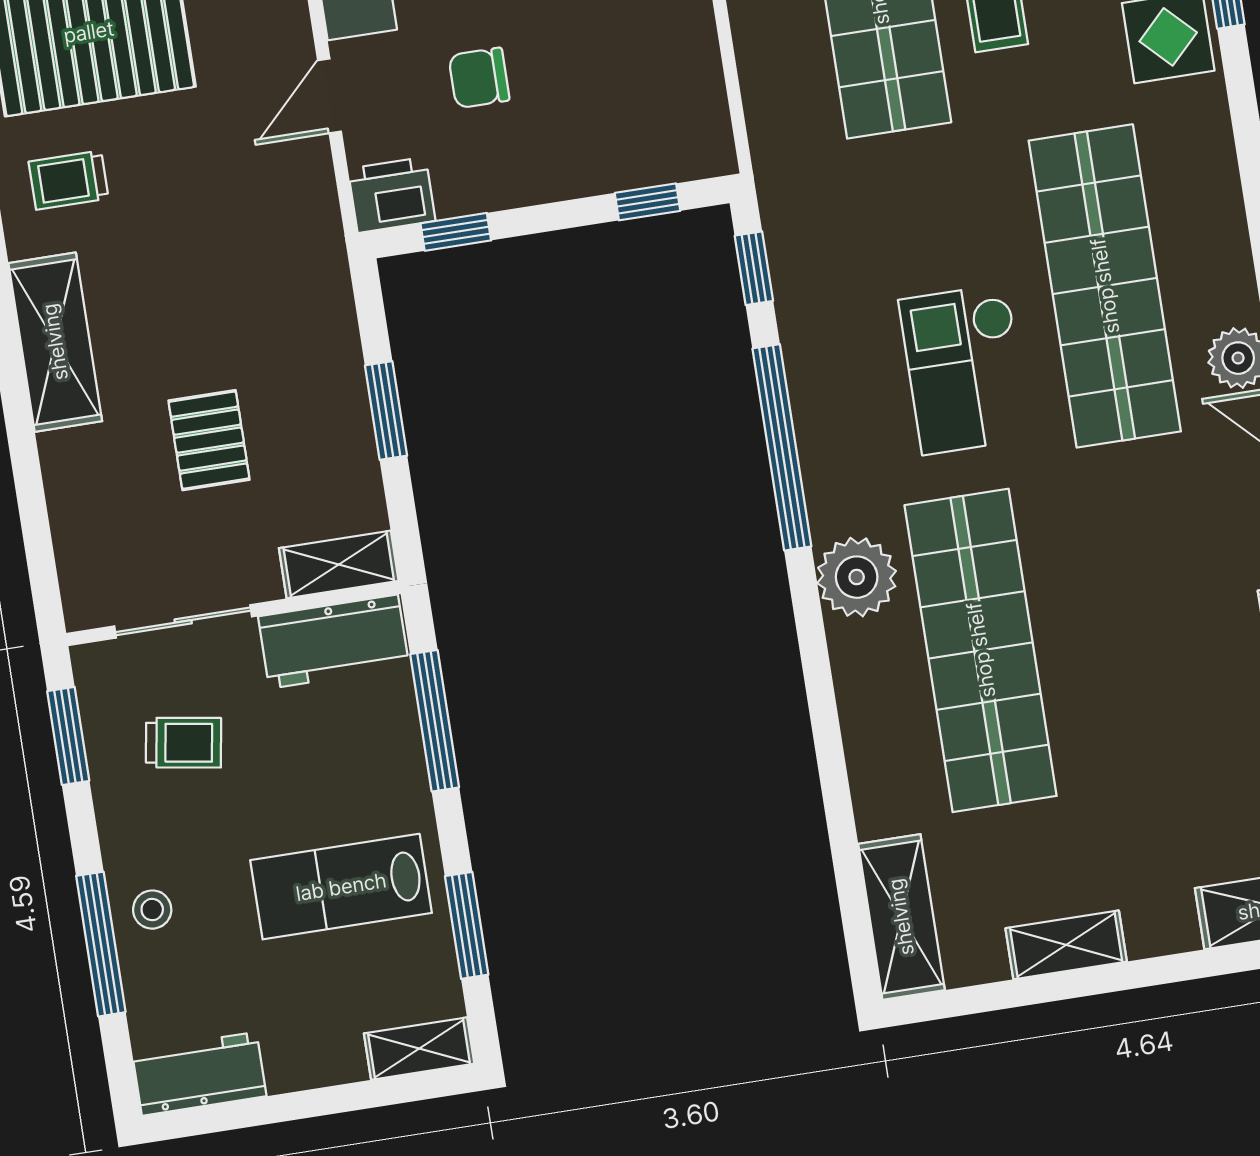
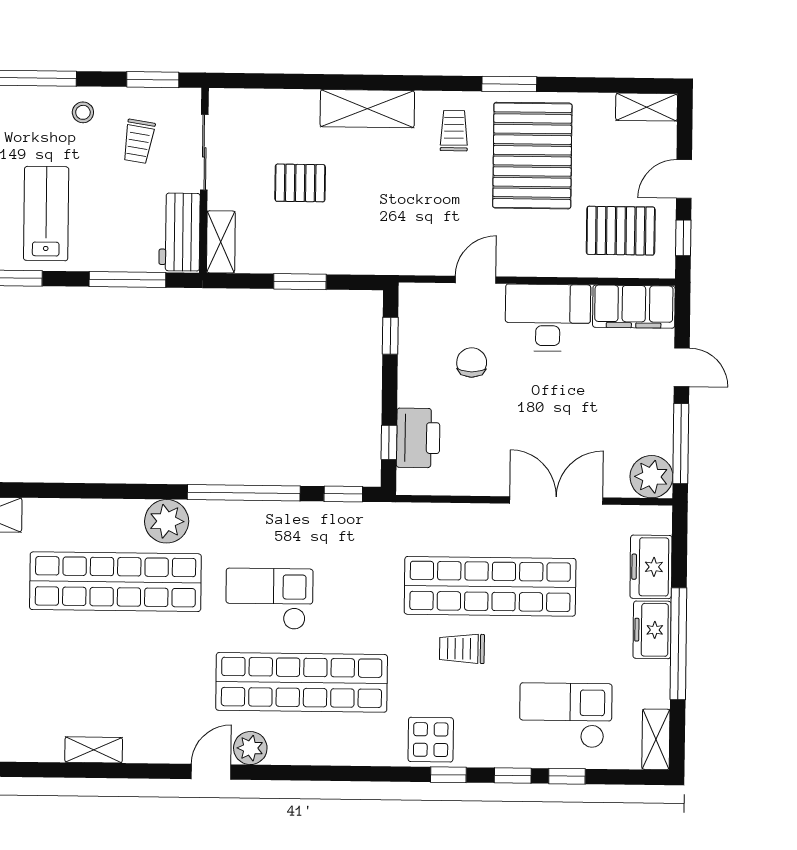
door: (329, 96) -> (476, 280), hinge flipped
printer: (392, 195) -> (418, 438), moved, width x1.37, depth x1.19
stool: (152, 910) -> (83, 112), moved

